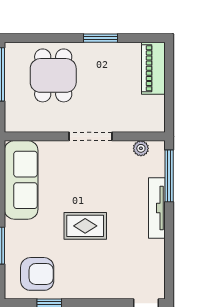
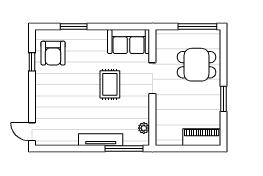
doorway: (91, 136) -> (152, 78), moved
sofa: (21, 180) -> (129, 42), width x0.73
rug: (85, 226) -> (110, 84), moved

